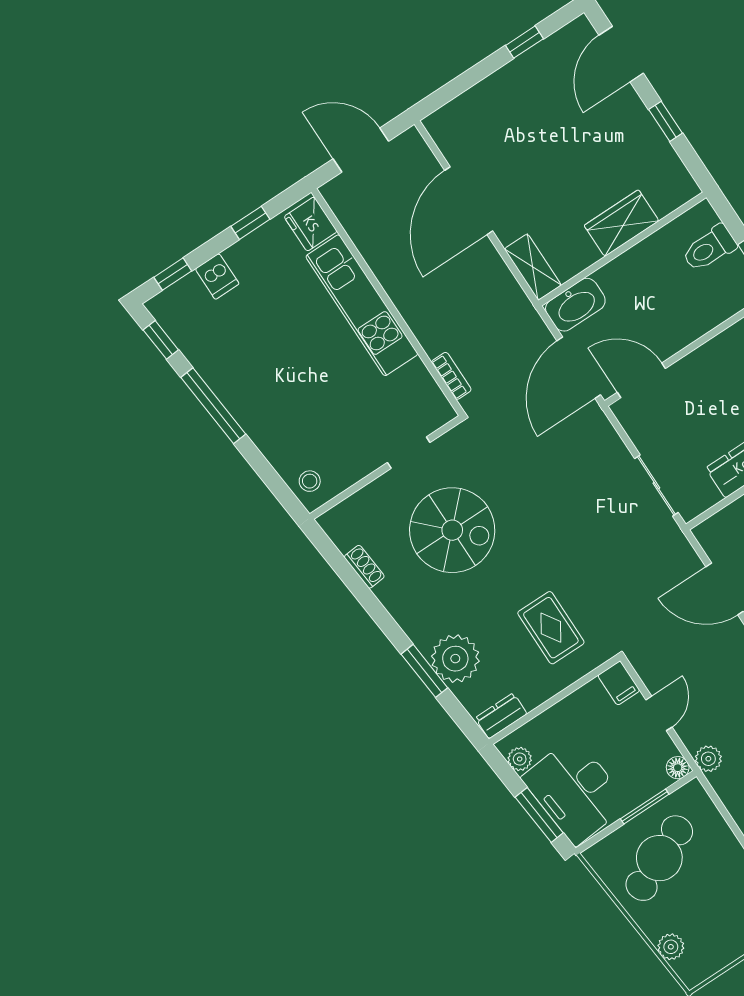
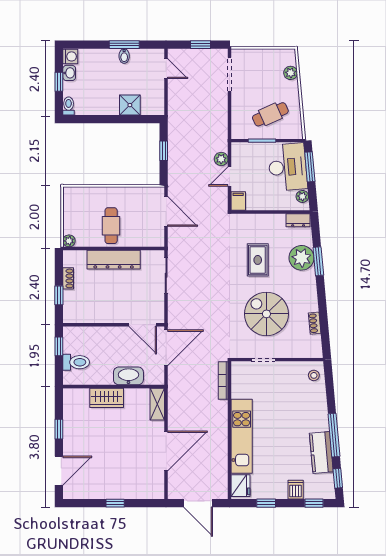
window: (524, 42) -> (115, 503), moved
washbasin: (575, 305) -> (128, 376), moved
kitchen counter: (215, 364) -> (321, 453), added
bookcase: (451, 376) -> (223, 380), width x1.56
rug: (551, 628) -> (258, 260), moved
plant: (708, 759) -> (221, 159), moved
floor lamp: (678, 768) -> (237, 148), removed
cafe table: (659, 858) -> (270, 114), width x0.73, depth x0.74

